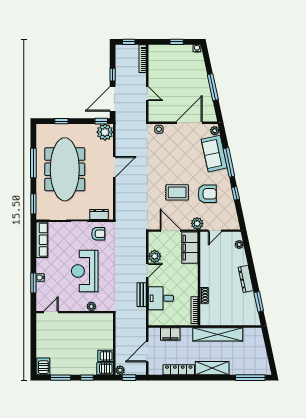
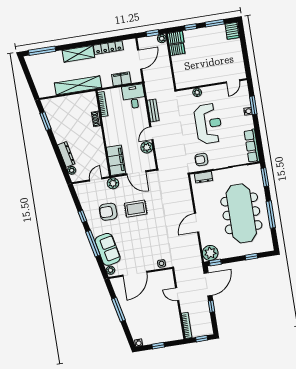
dresser: (246, 279) -> (66, 154), moved
desk: (161, 298) -> (134, 97), moved, turned -90

